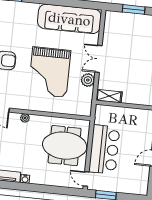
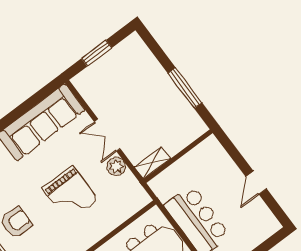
grand piano: (49, 72) -> (70, 194), width x0.73, depth x0.68

